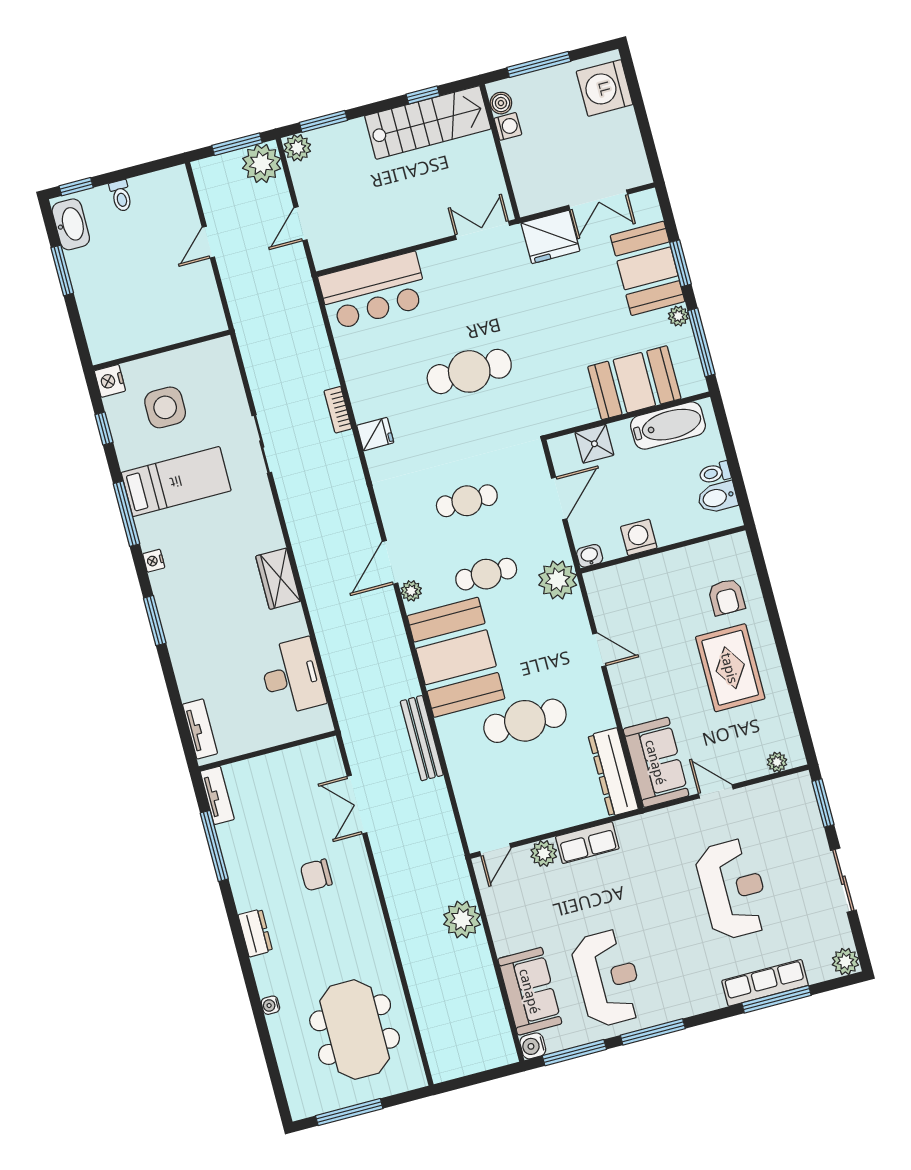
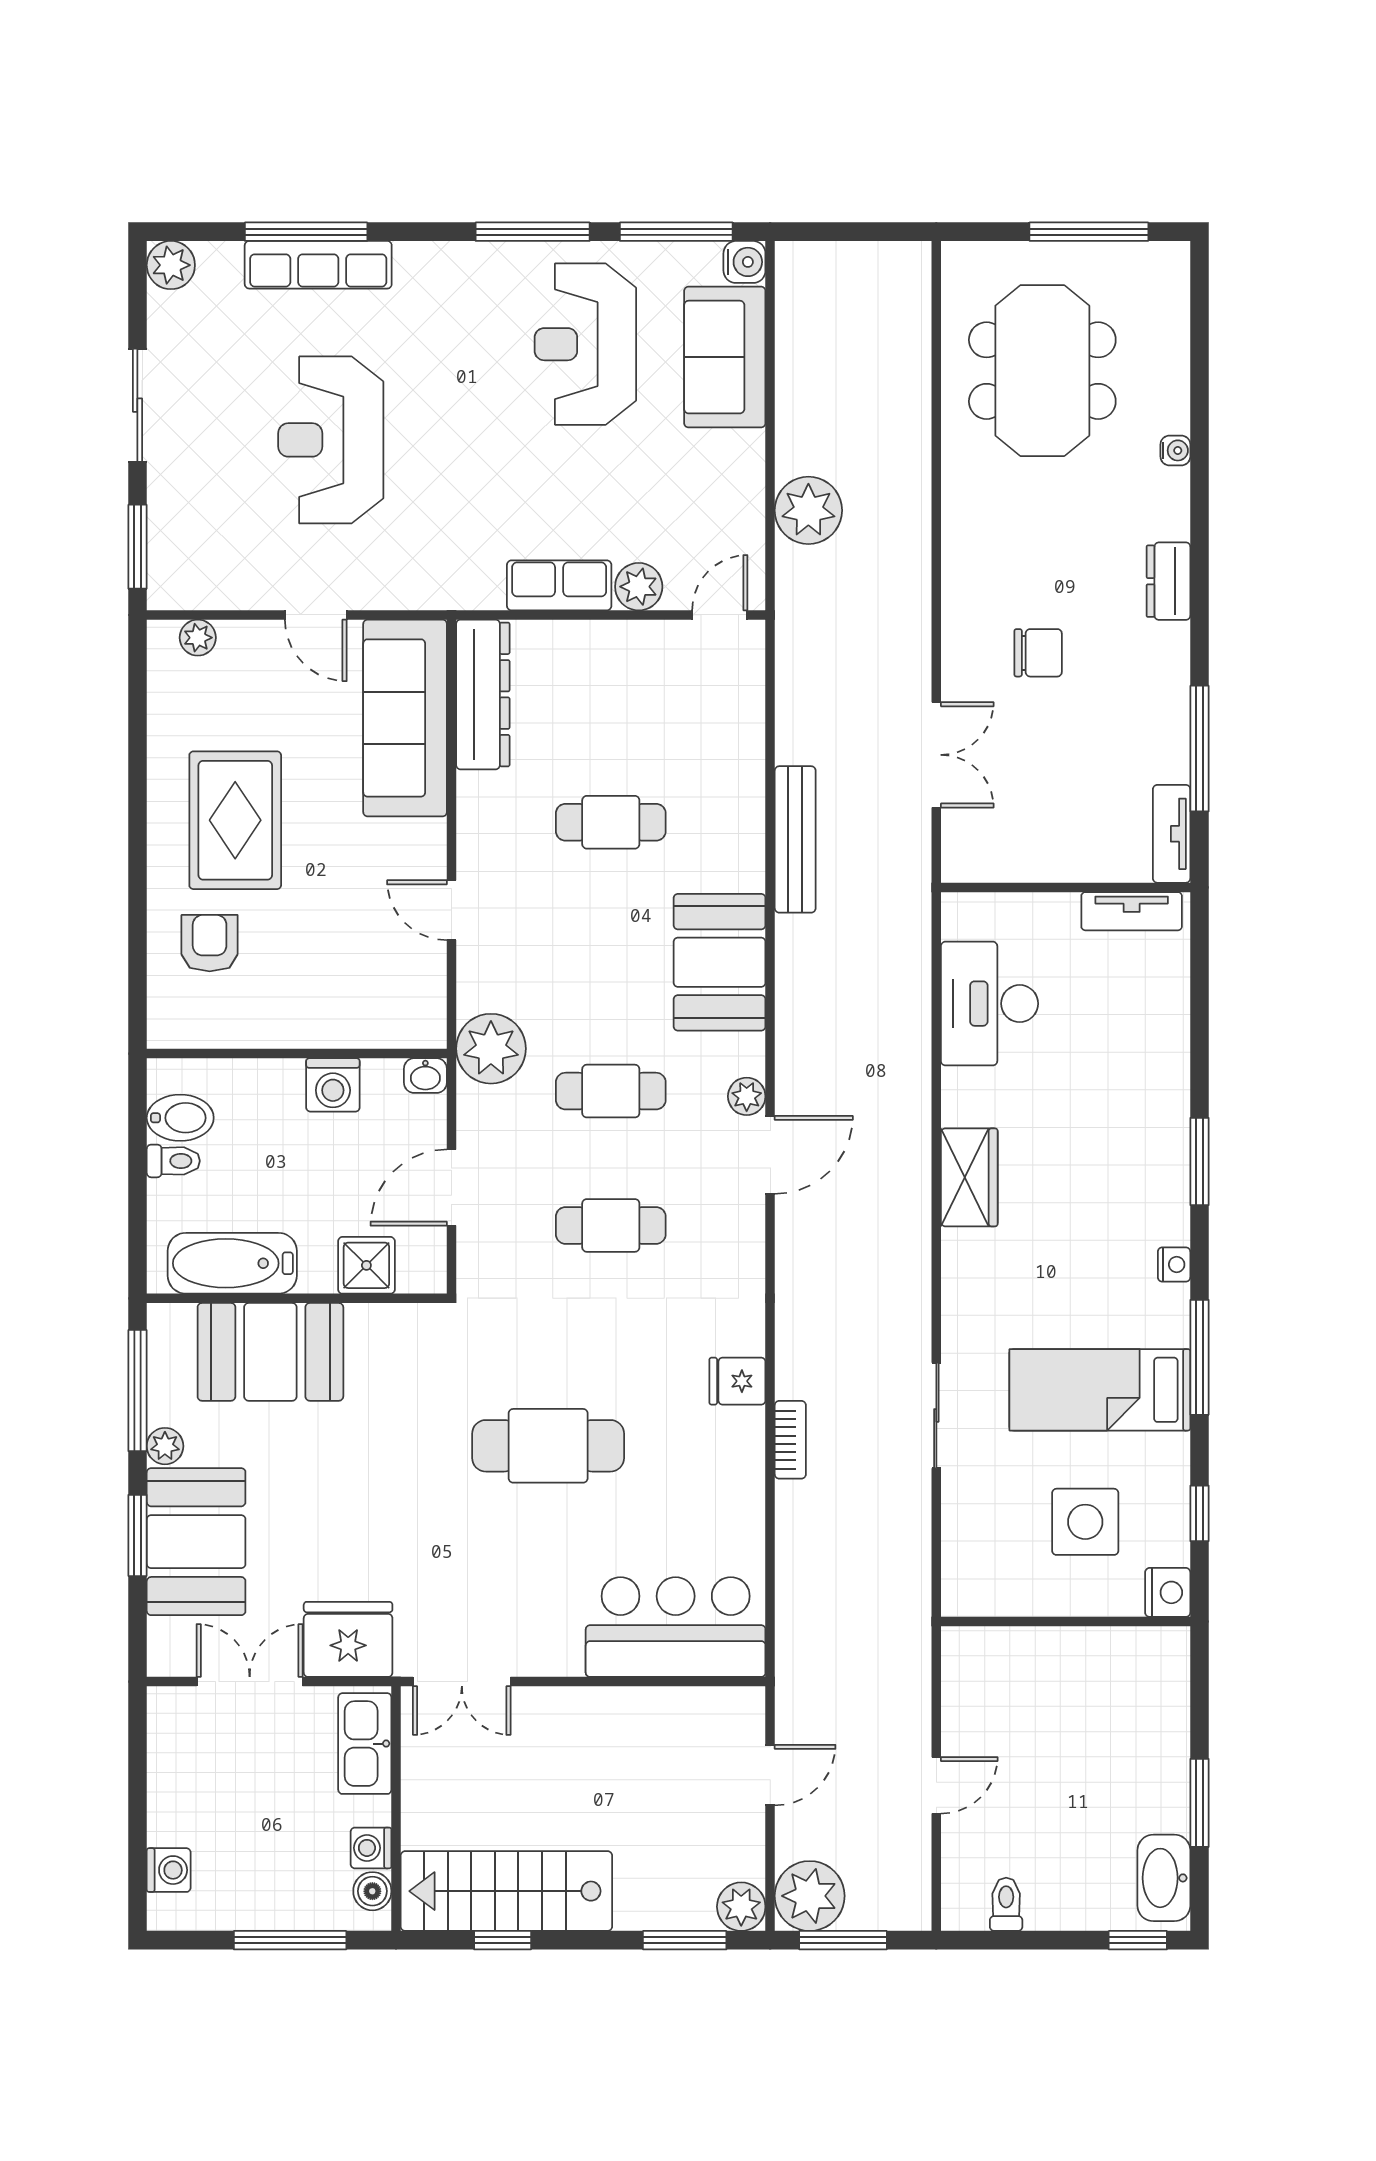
washing machine: (605, 88) -> (169, 1870), width x0.53, depth x0.53
kitchen sink: (526, 183) -> (365, 1744), added
toilet: (121, 196) -> (1006, 1904), moved
booth: (456, 657) -> (720, 962), width x0.73, depth x0.70
cafe table: (525, 721) -> (611, 822), width x0.73, depth x0.74
tv unit: (200, 729) -> (1132, 911), moved, turned -90
sofa: (656, 762) -> (405, 718), width x1.36

